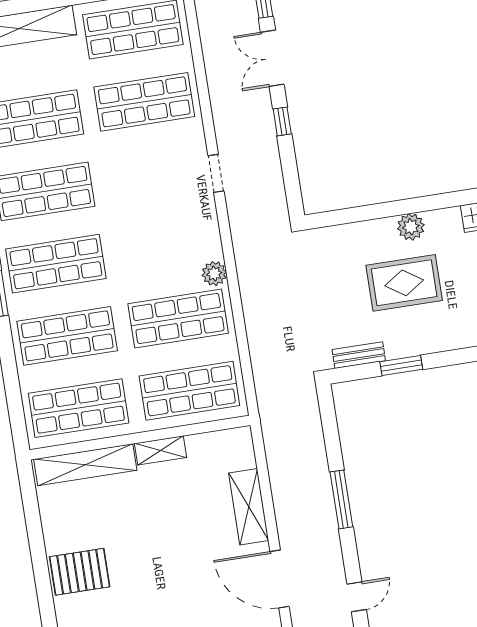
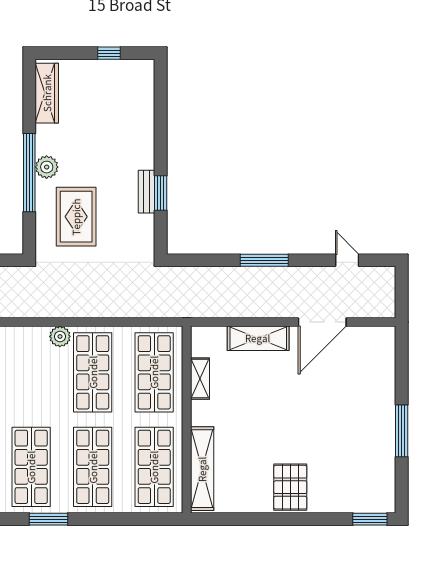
window: (401, 207) -> (29, 173), added
rug: (404, 283) -> (76, 217), moved
bench: (359, 355) -> (147, 192), moved
shelving: (160, 450) -> (200, 379), moved

